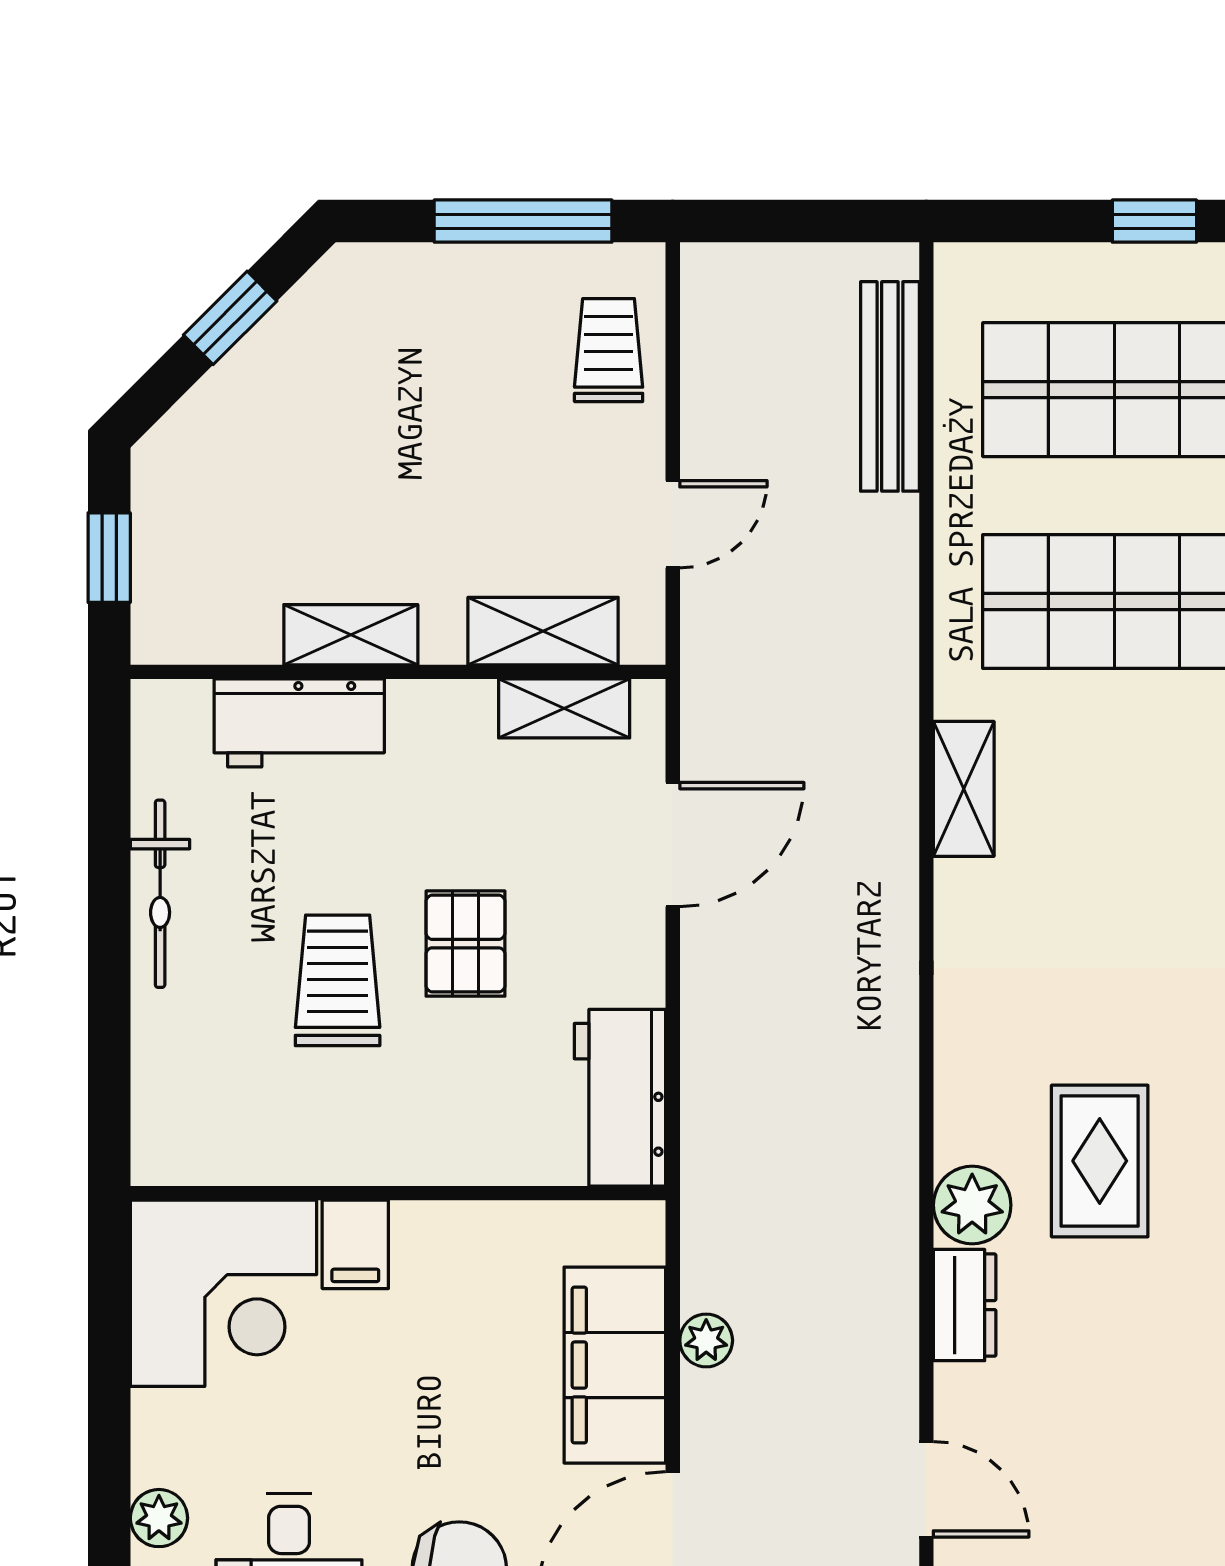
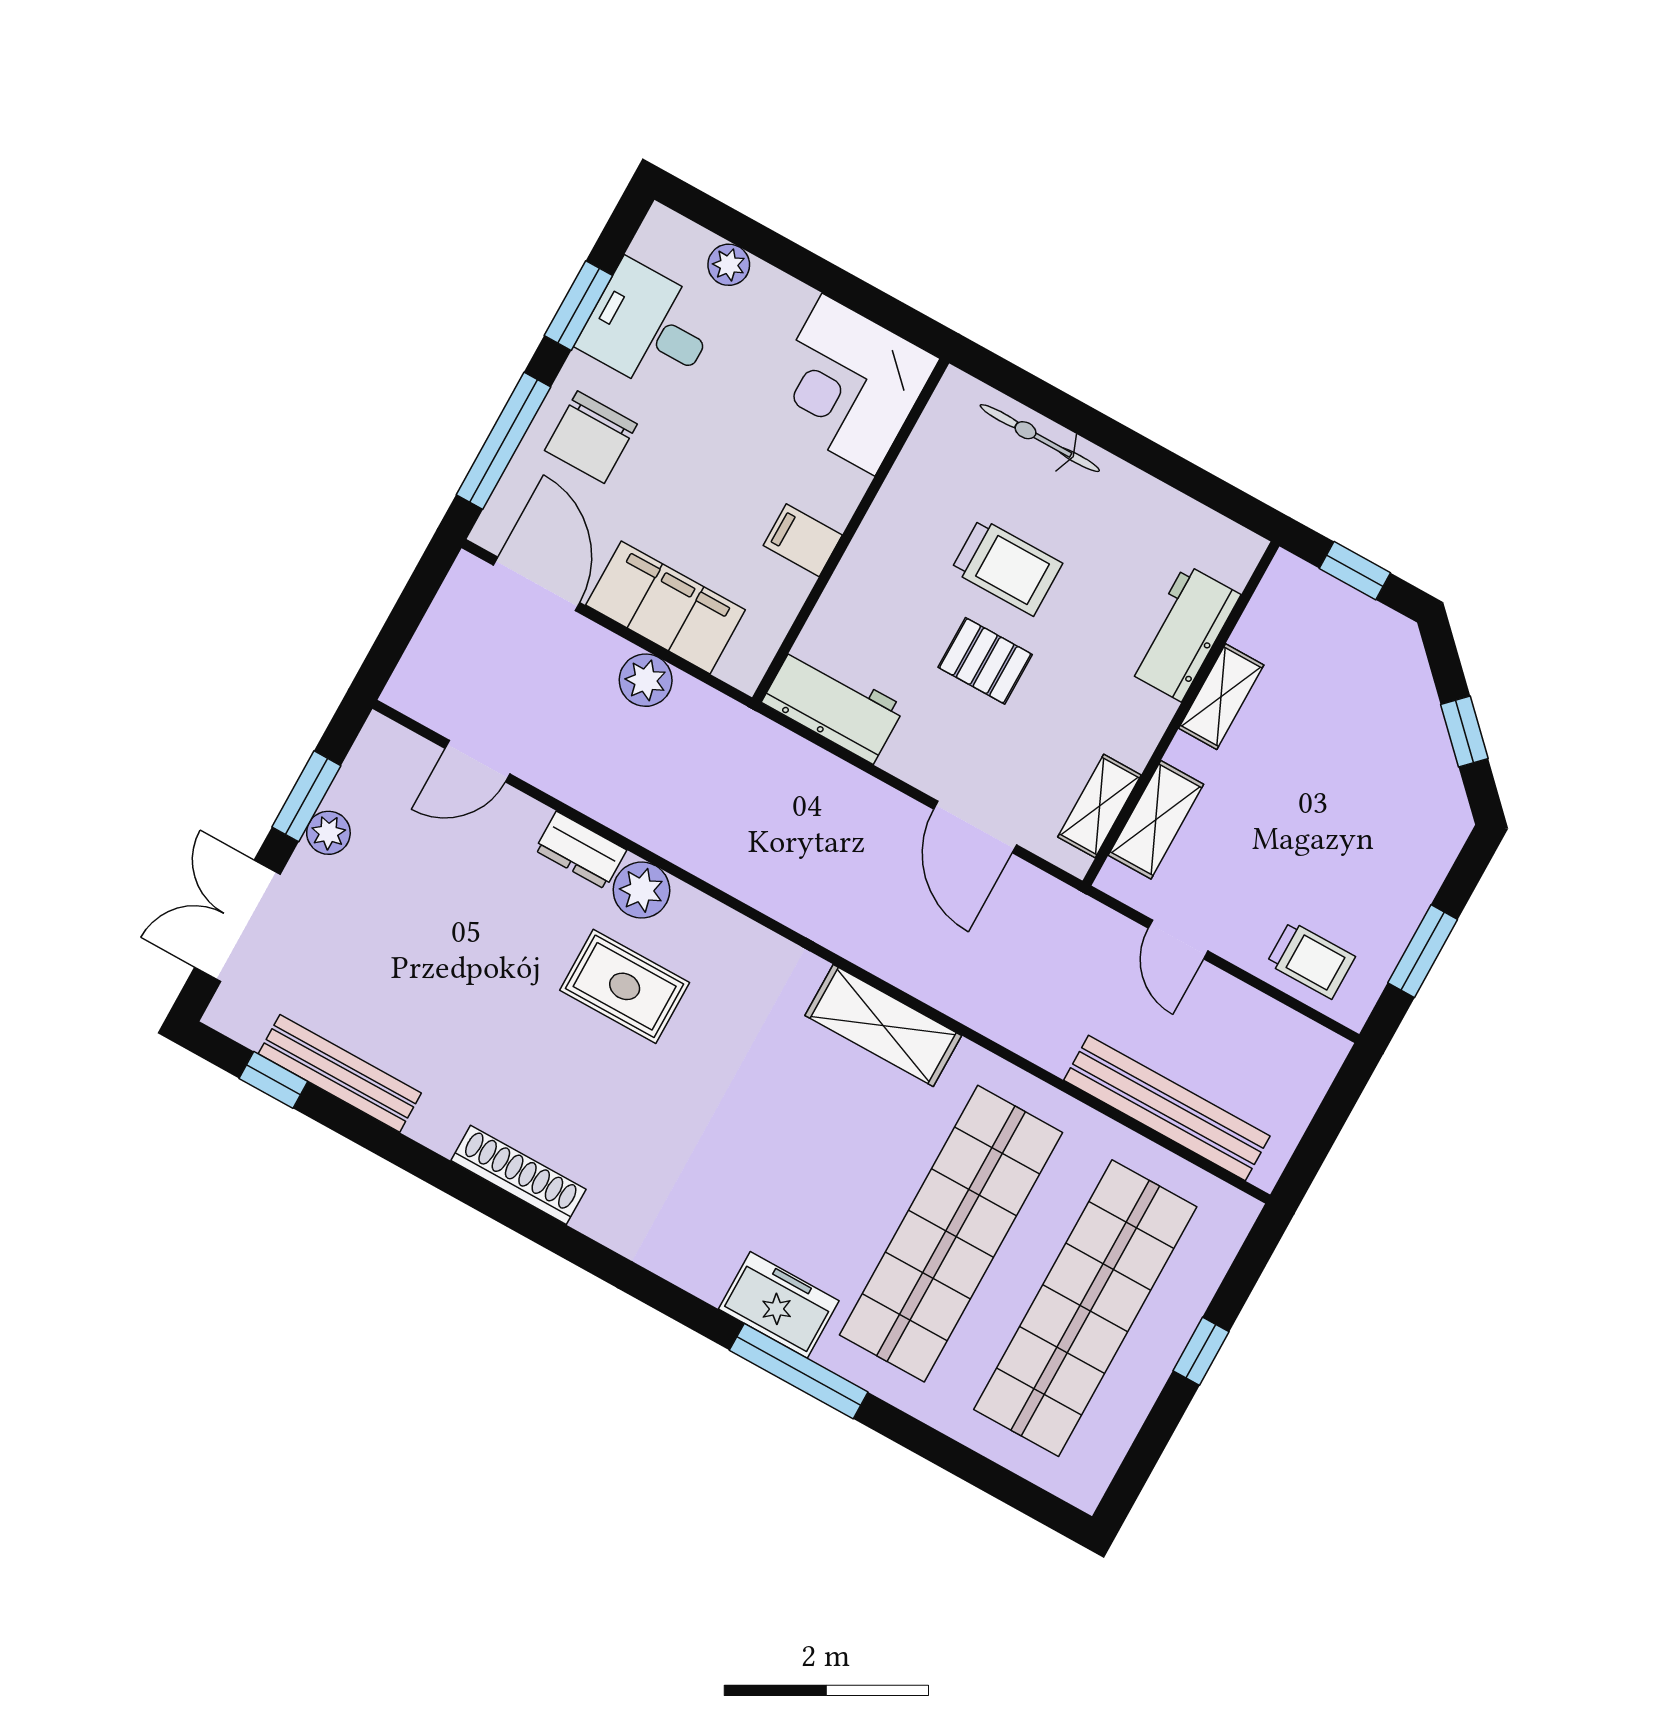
window: (523, 221) -> (1423, 951), width x0.69
bench: (890, 386) -> (1167, 1108), width x1.37, depth x1.21
shelving: (964, 789) -> (883, 1025), width x1.50, depth x1.33
bicycle: (160, 894) -> (1040, 438), moved
filing cabinet: (355, 1244) -> (803, 540), moved
plant: (706, 1340) -> (646, 680), width x1.38, depth x1.38

